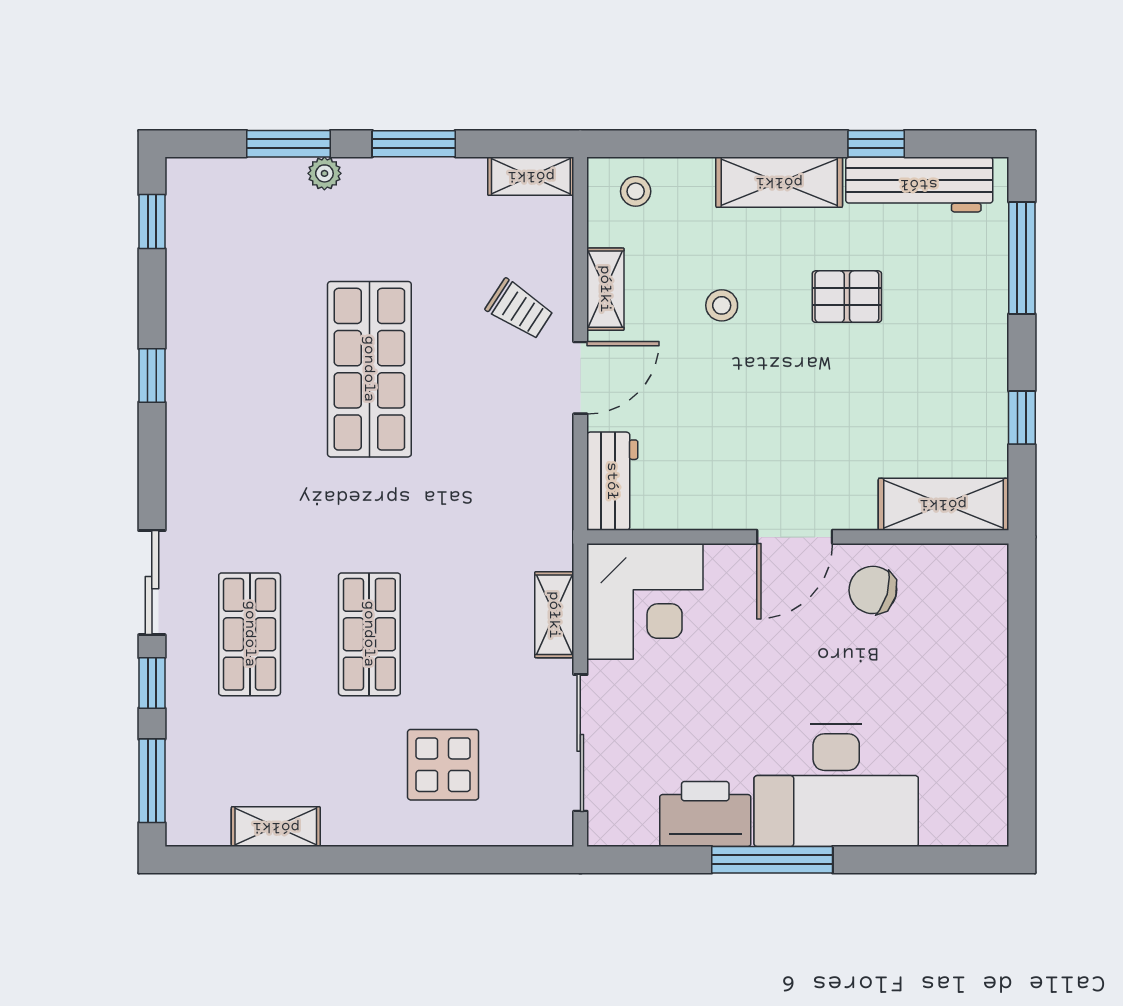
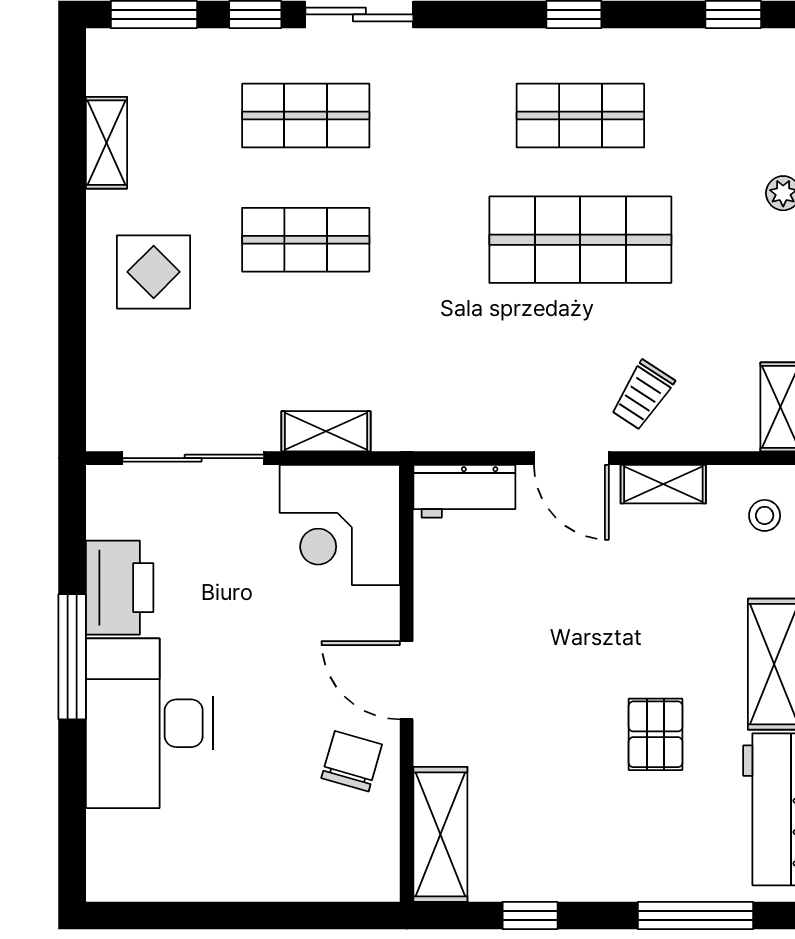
stool: (722, 305) -> (646, 605), removed
shop shelf: (250, 369) -> (580, 116), added
display table: (443, 765) -> (154, 272), moved

